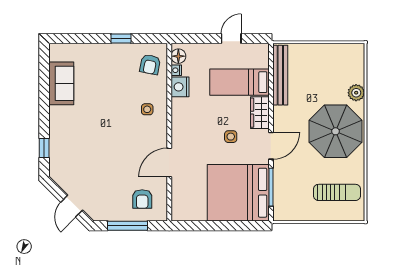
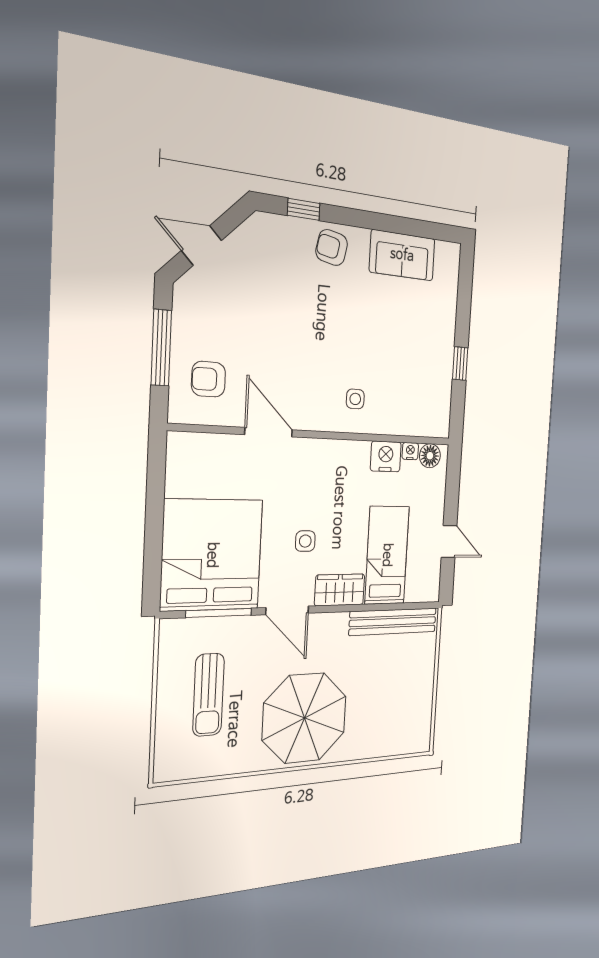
armchair: (150, 65) -> (332, 248), moved
plant: (356, 93) -> (361, 746), removed
sun lounger: (337, 192) -> (209, 695), moved

